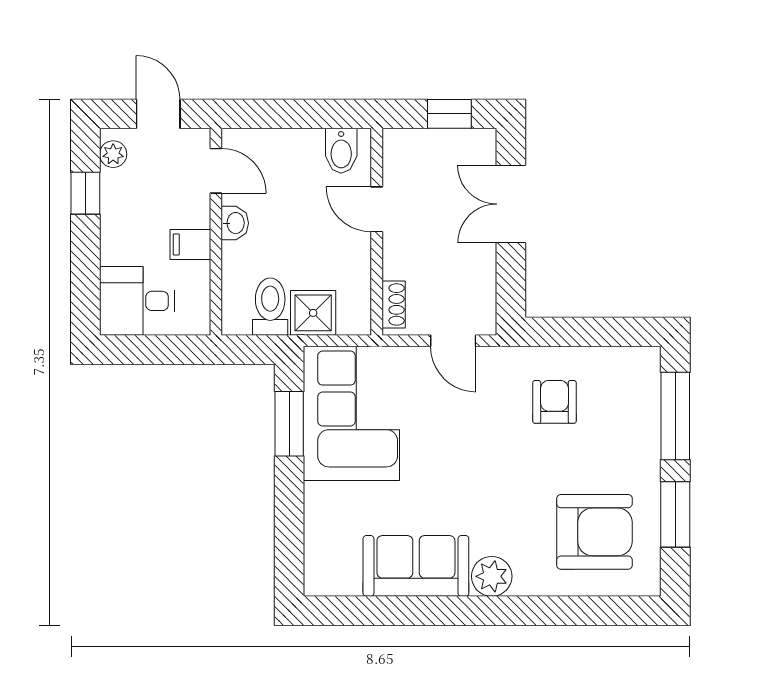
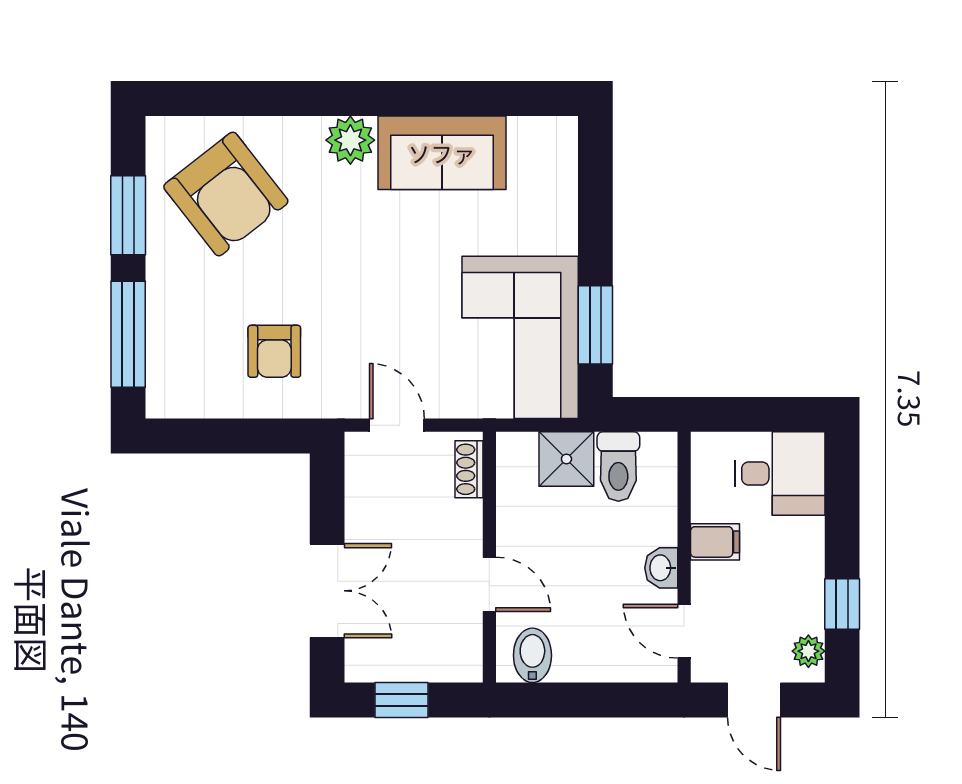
armchair: (594, 532) -> (226, 194), turned -128

